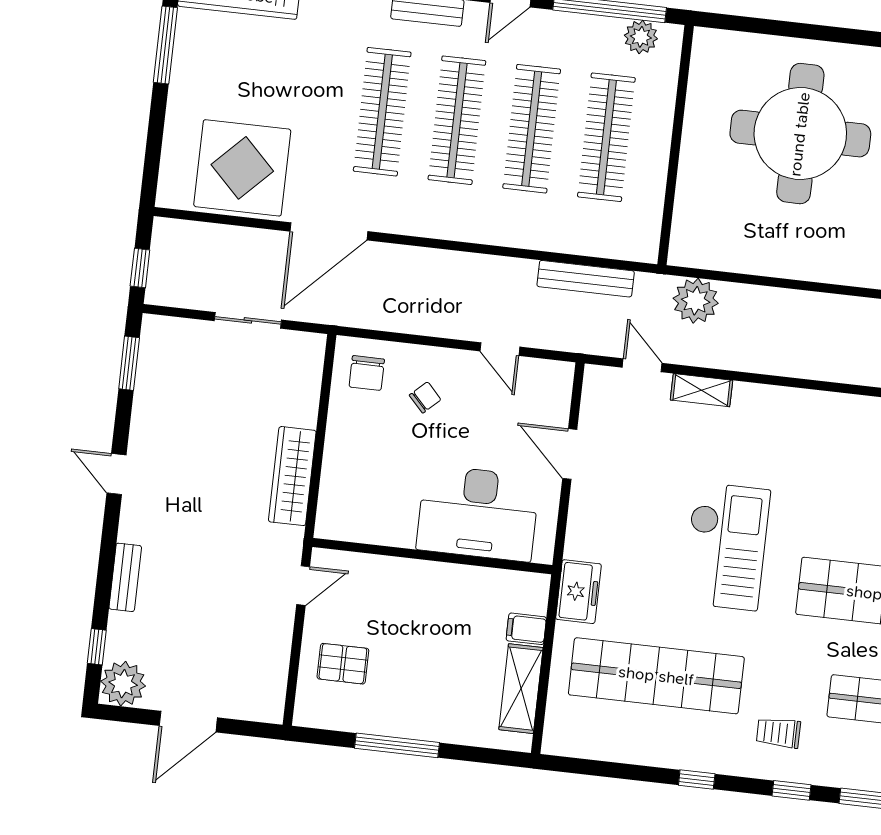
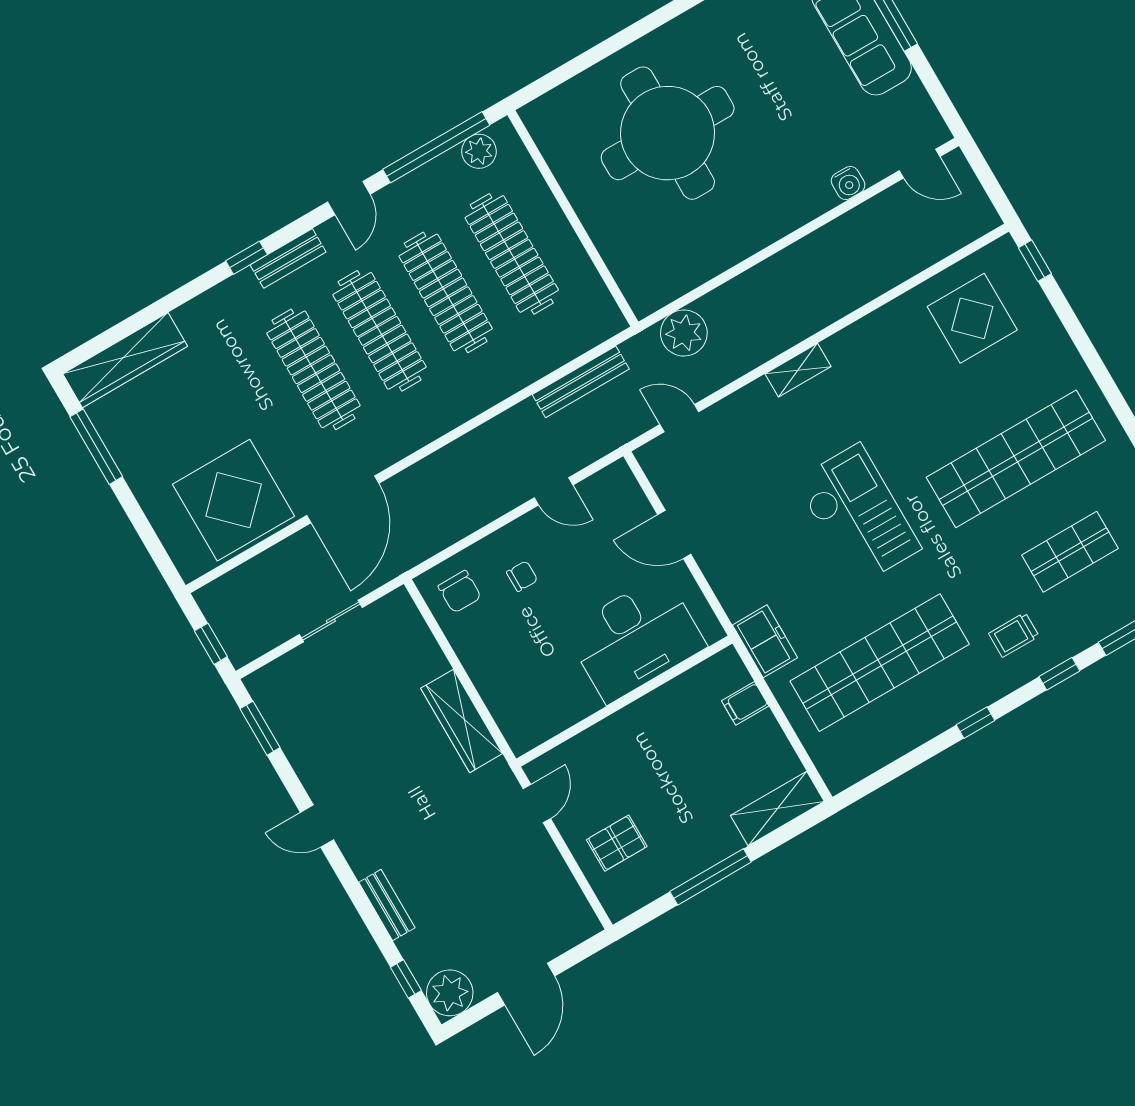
shelving: (701, 390) -> (798, 370), moved
chair: (425, 397) -> (522, 576), turned 43
shelving: (521, 689) -> (777, 809), moved, turned 90

